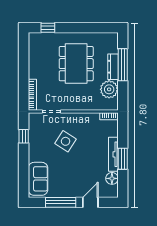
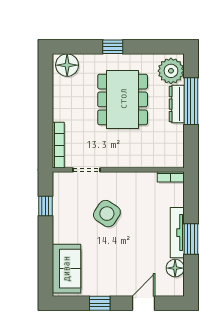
window: (48, 28) -> (113, 47), moved
floor lamp: (38, 40) -> (67, 65), added
plant: (109, 89) -> (171, 71), moved
window: (61, 202) -> (100, 303), width x0.46

